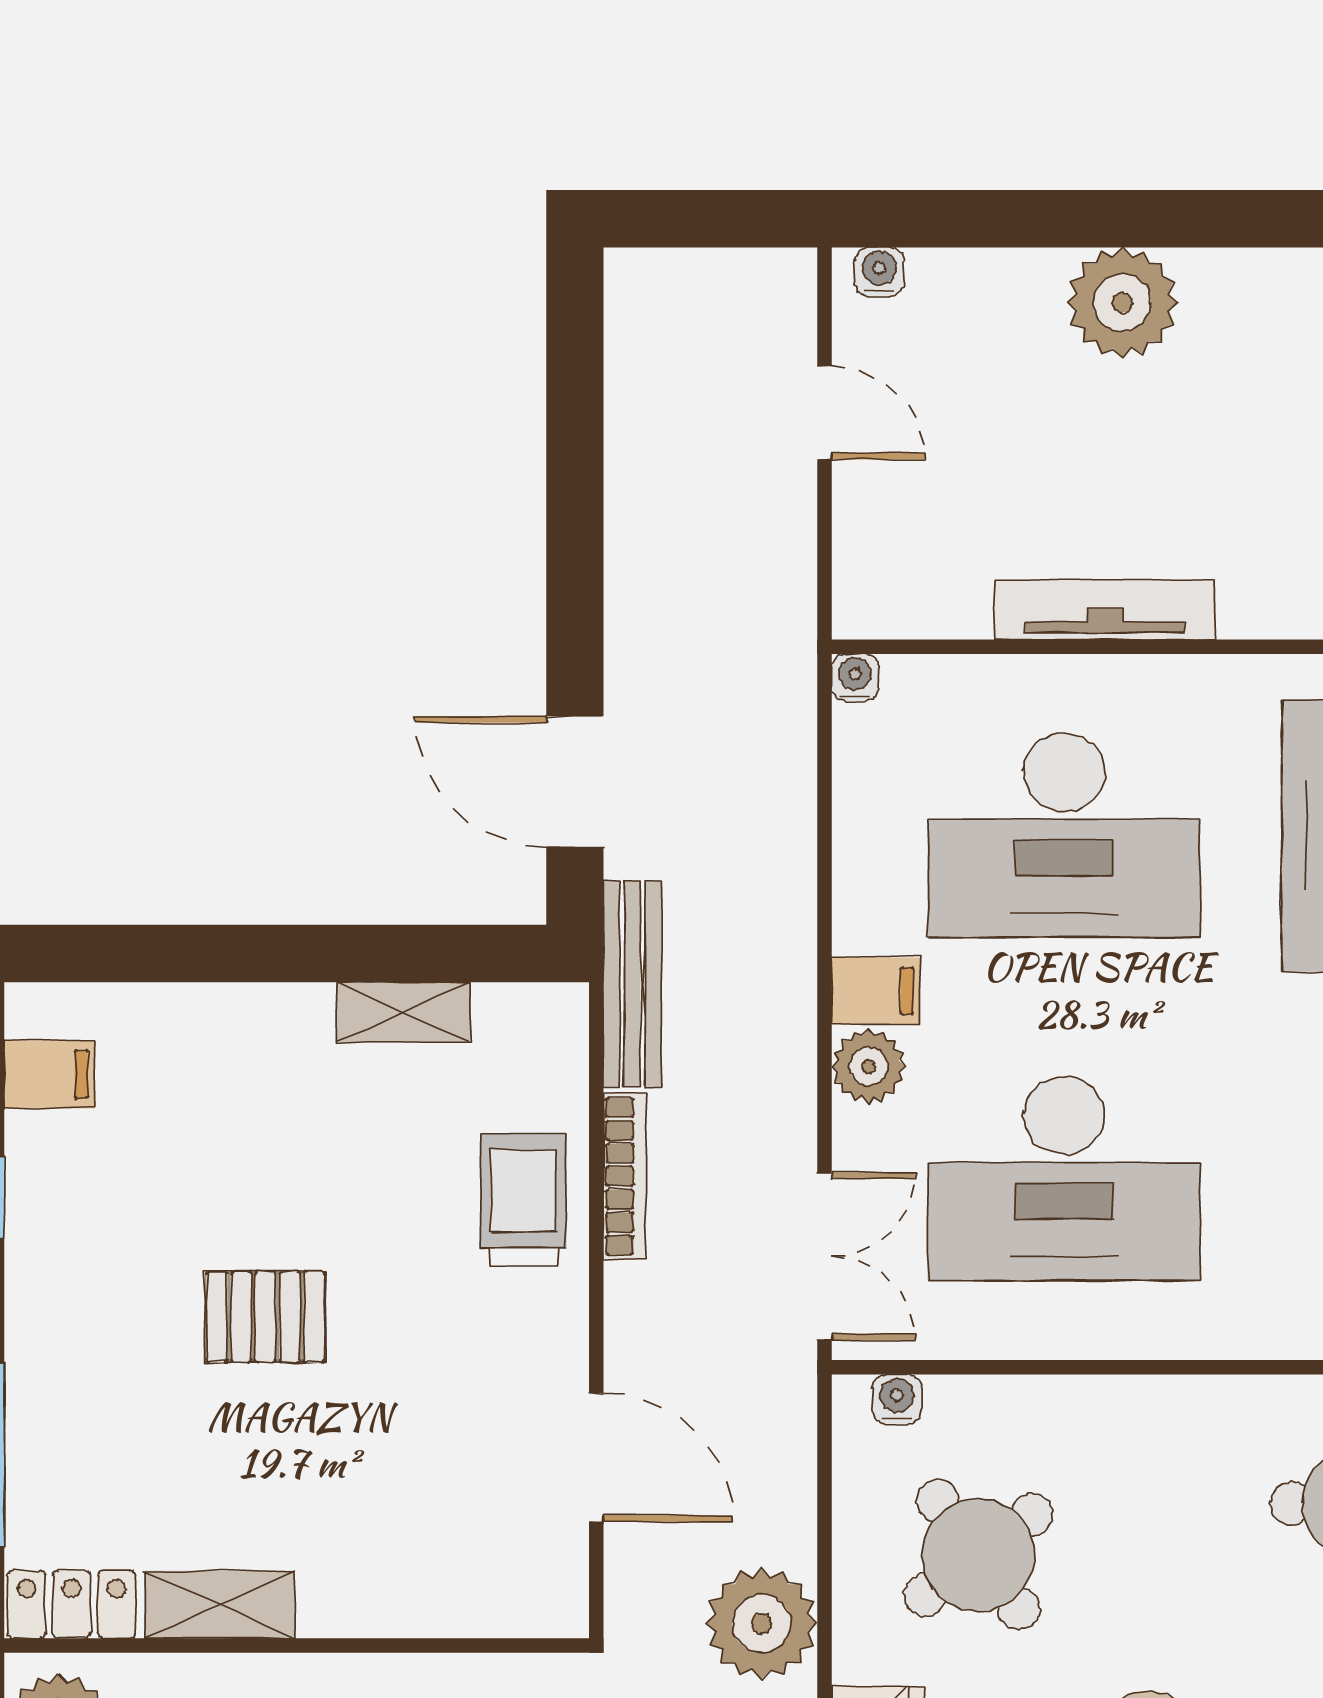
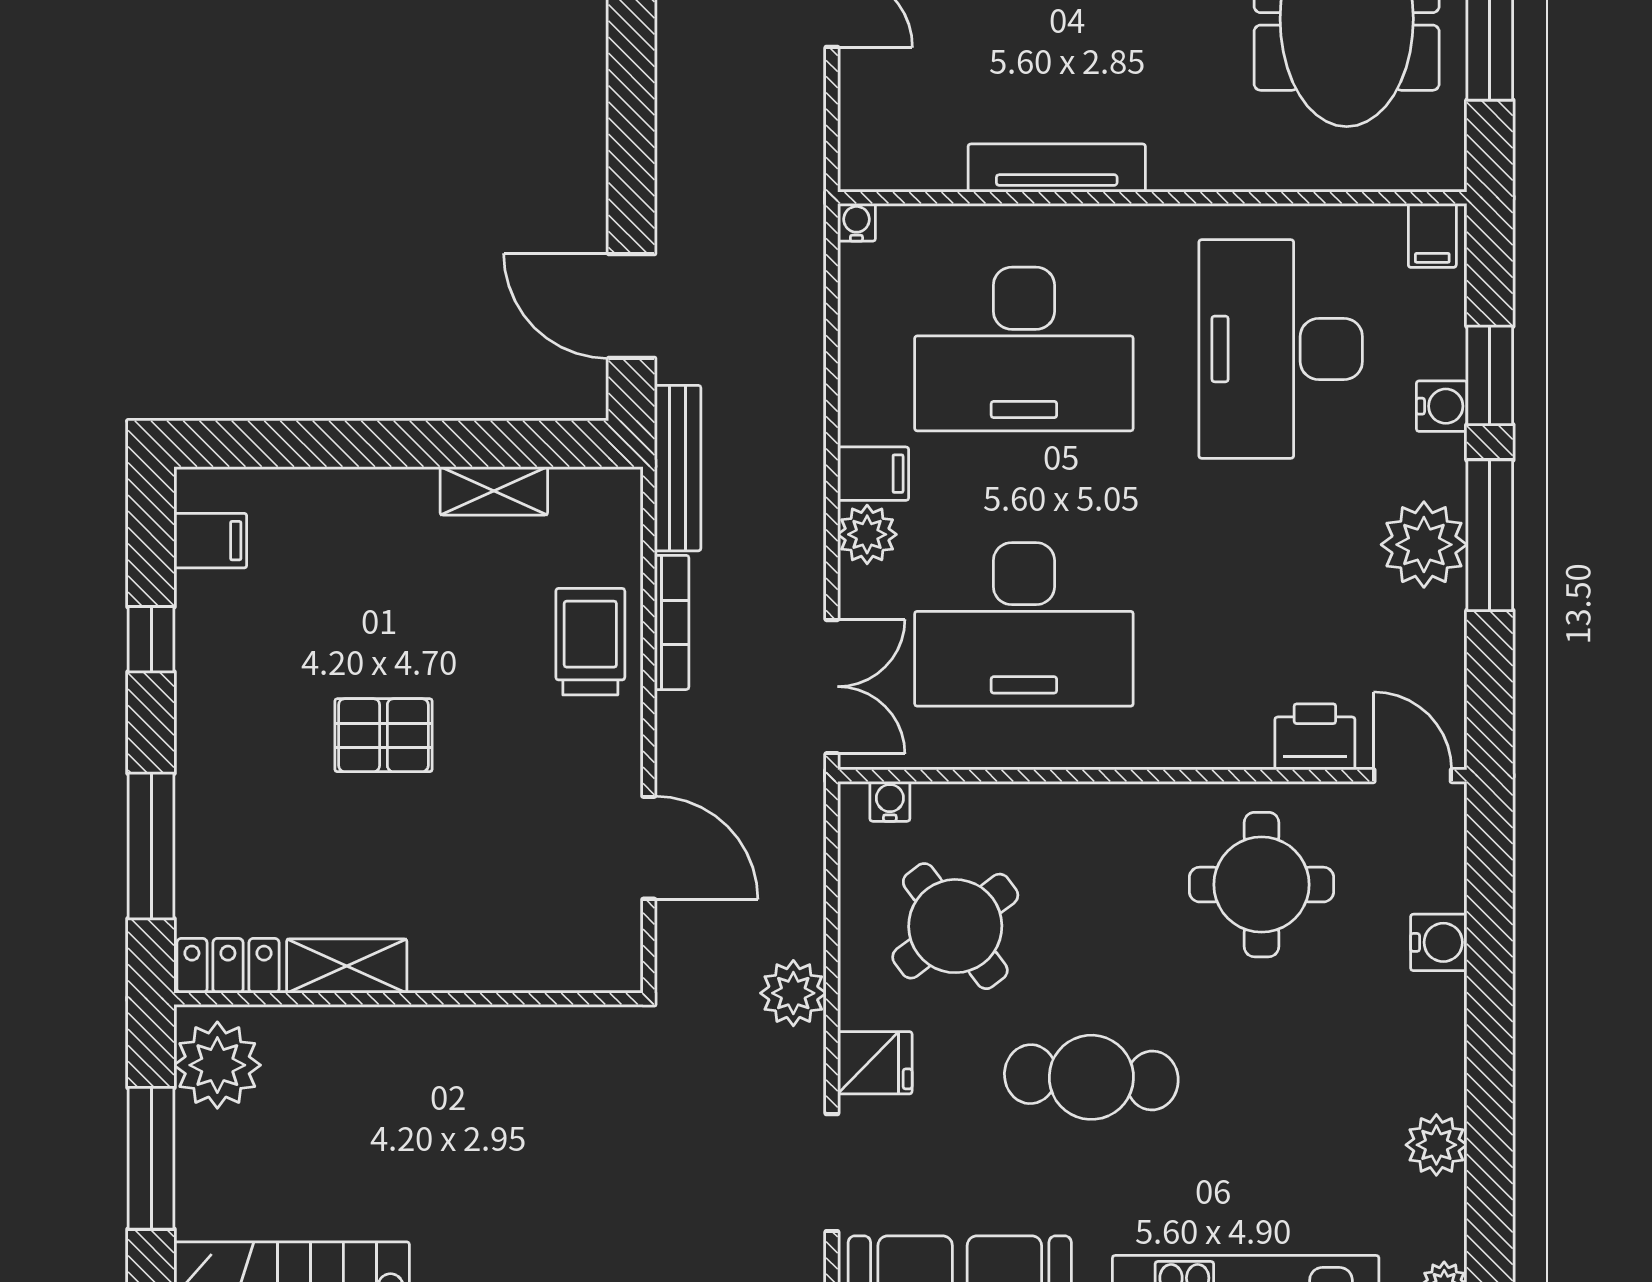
plant: (761, 1623) -> (793, 993), width x0.73, depth x0.73

